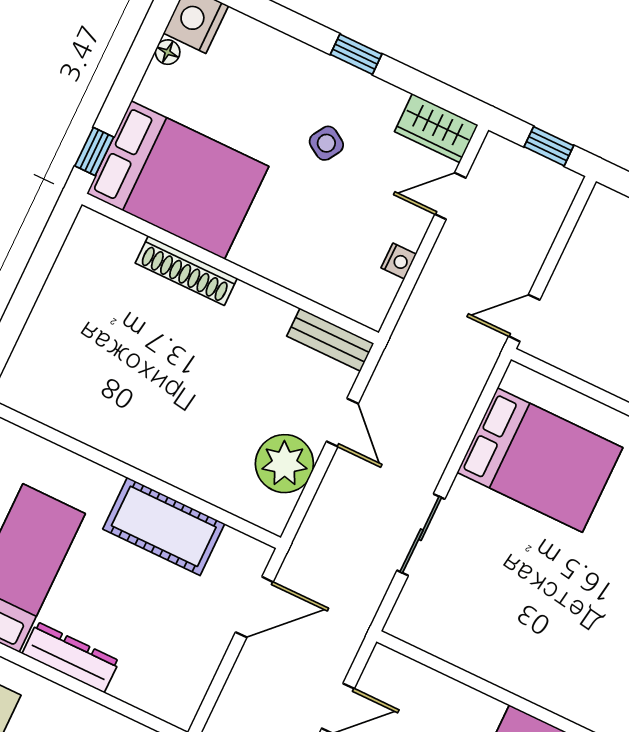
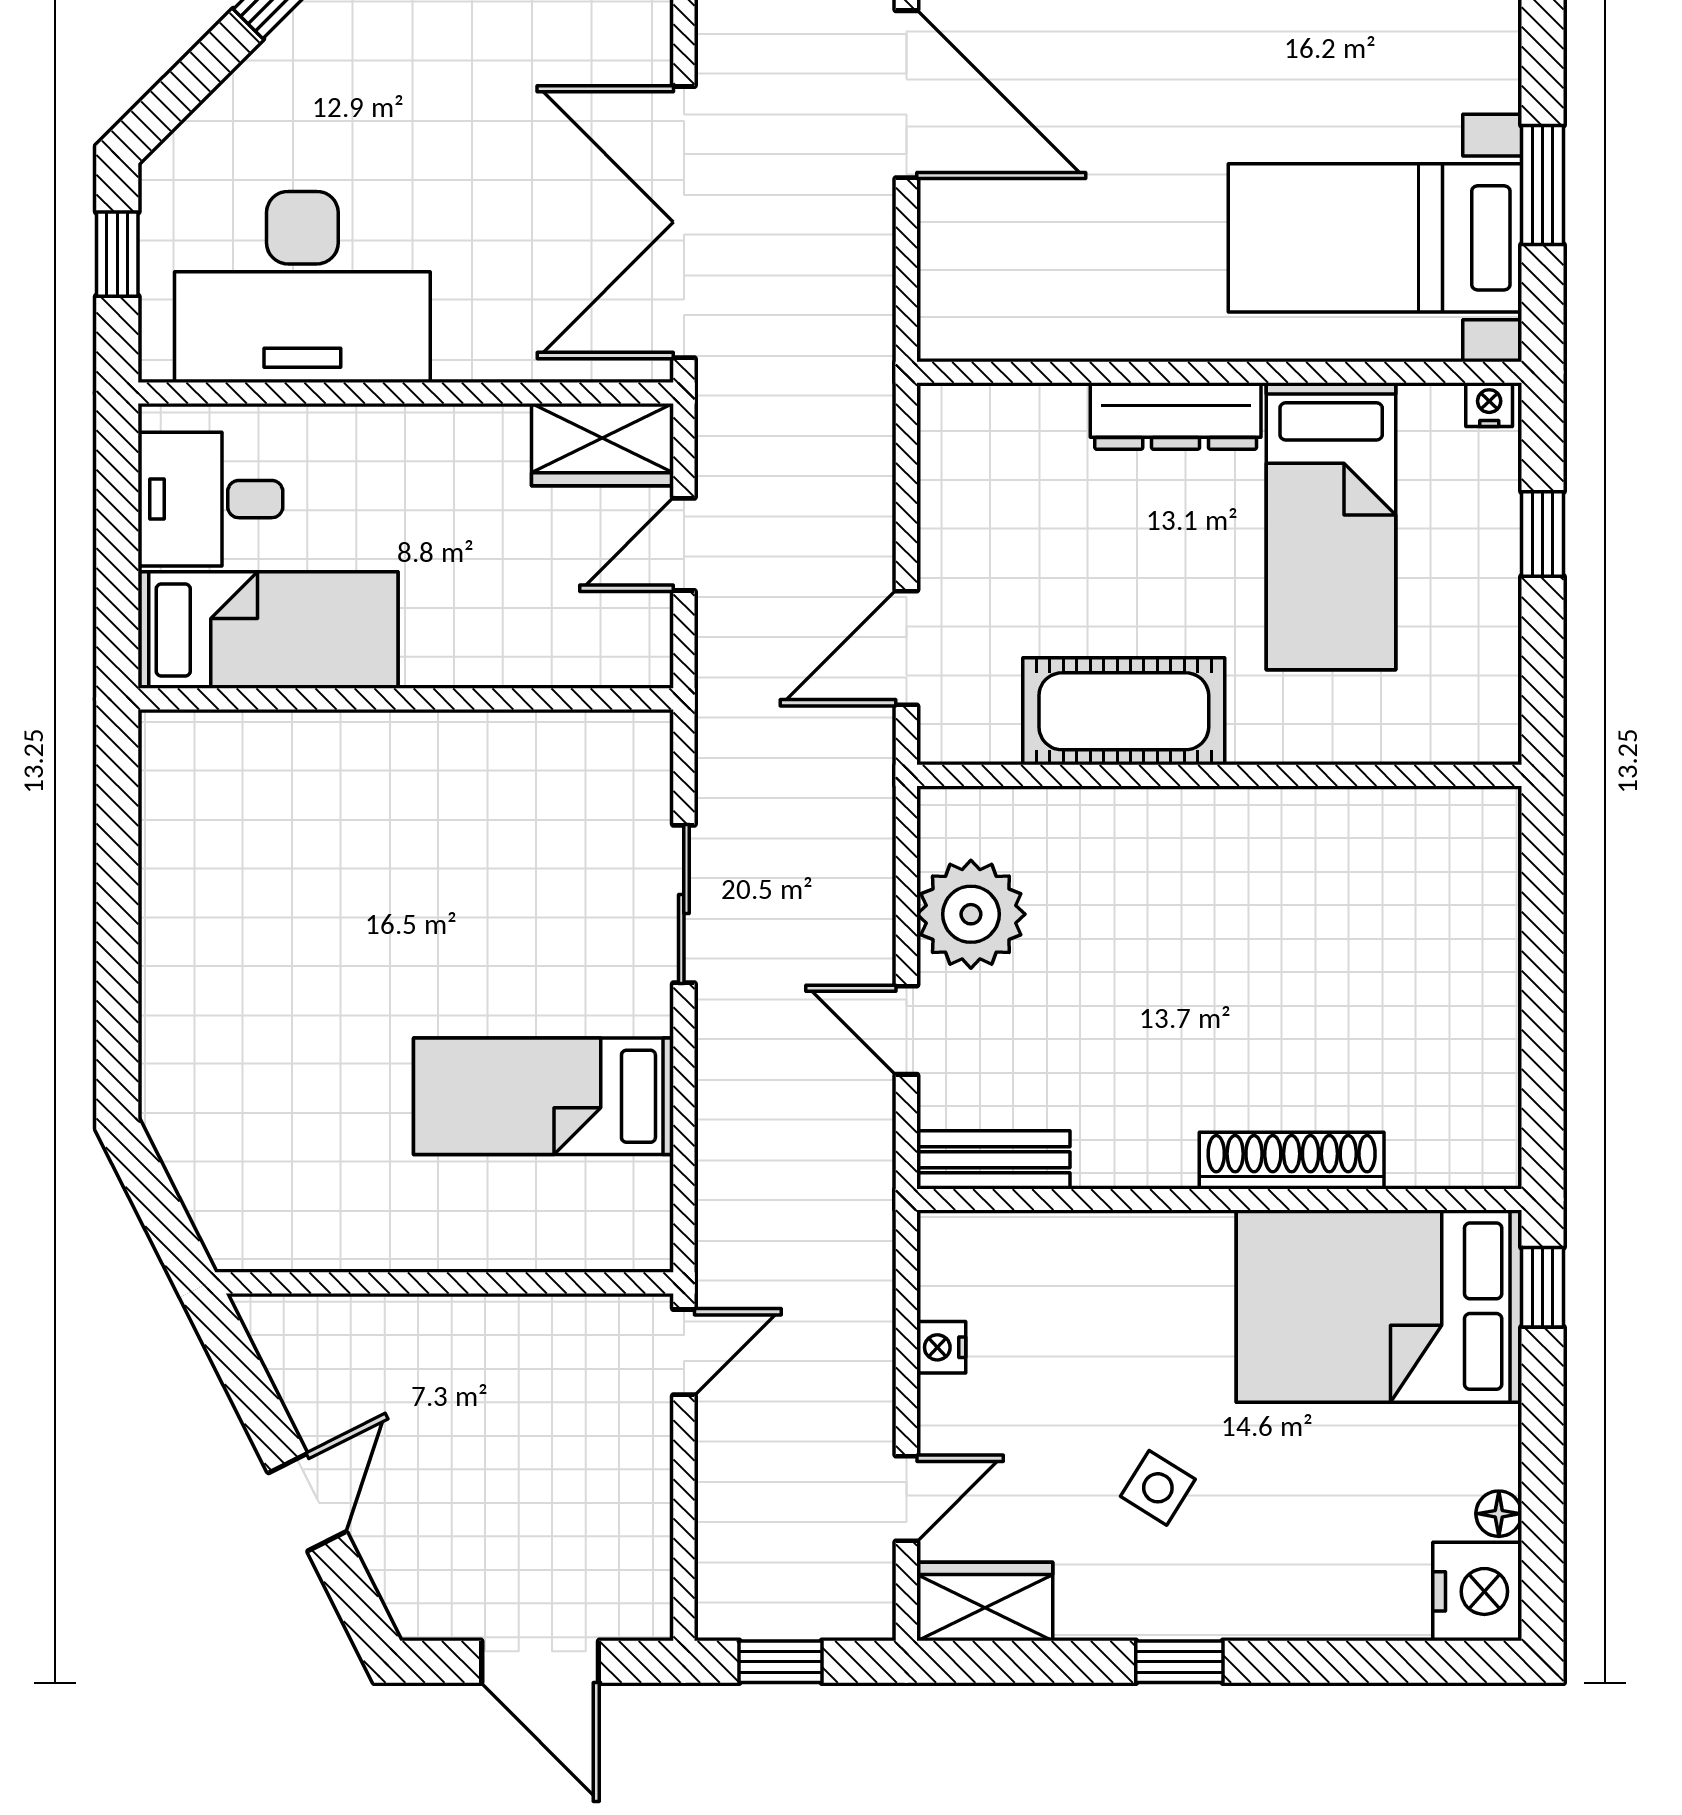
bed: (540, 460) -> (544, 1096), width x0.67

